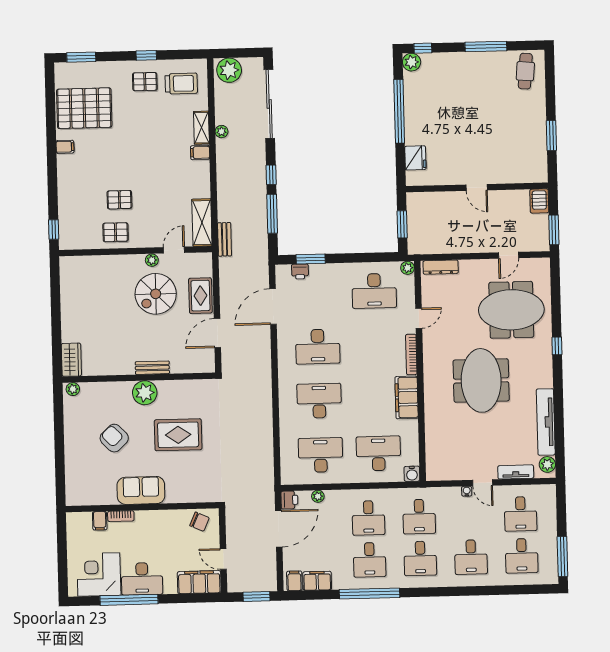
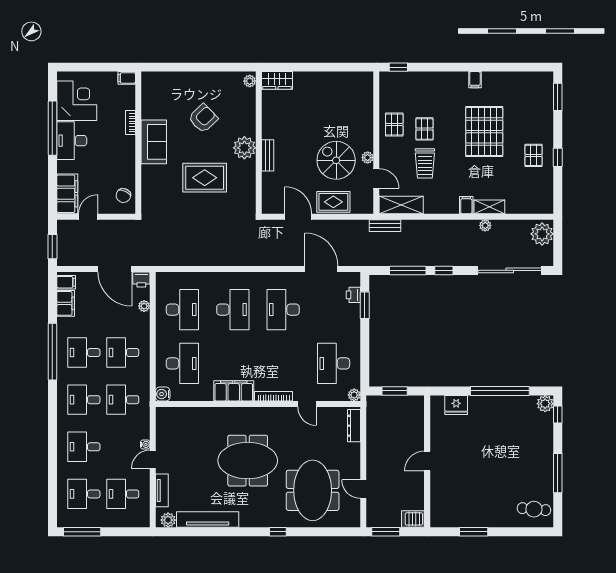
trolley: (181, 84) -> (425, 163), moved
pallet: (84, 108) -> (484, 132), moved
rug: (178, 435) -> (205, 178), turned 90
filing cabinet: (100, 521) -> (127, 78), moved

